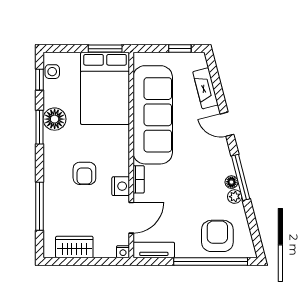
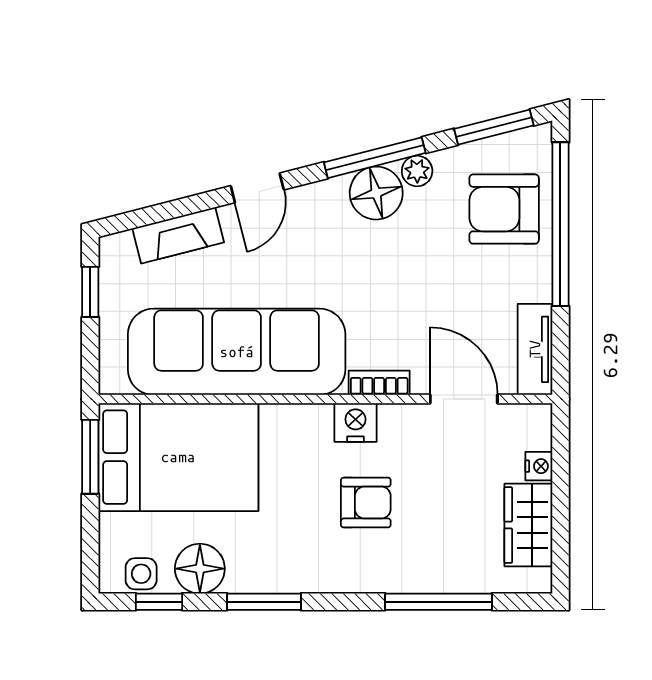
floor lamp: (55, 119) -> (200, 569), moved
floor lamp: (231, 182) -> (376, 193), width x1.89, depth x1.89
nightstand: (121, 186) -> (355, 422), moved
window: (254, 231) -> (494, 127), added
nightstand: (123, 252) -> (539, 466), moved

